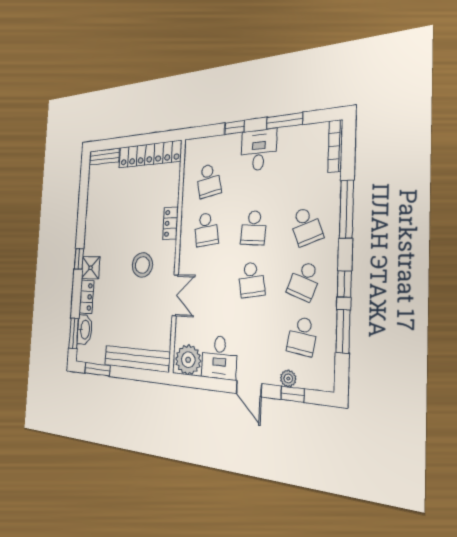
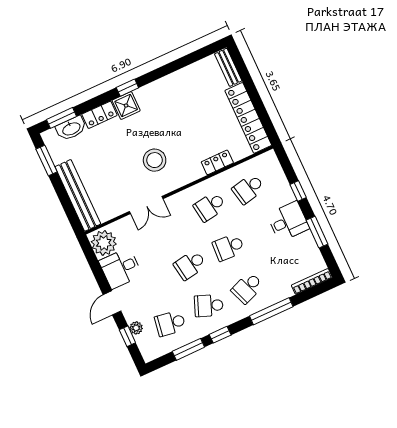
locker: (171, 223) -> (217, 162), moved

